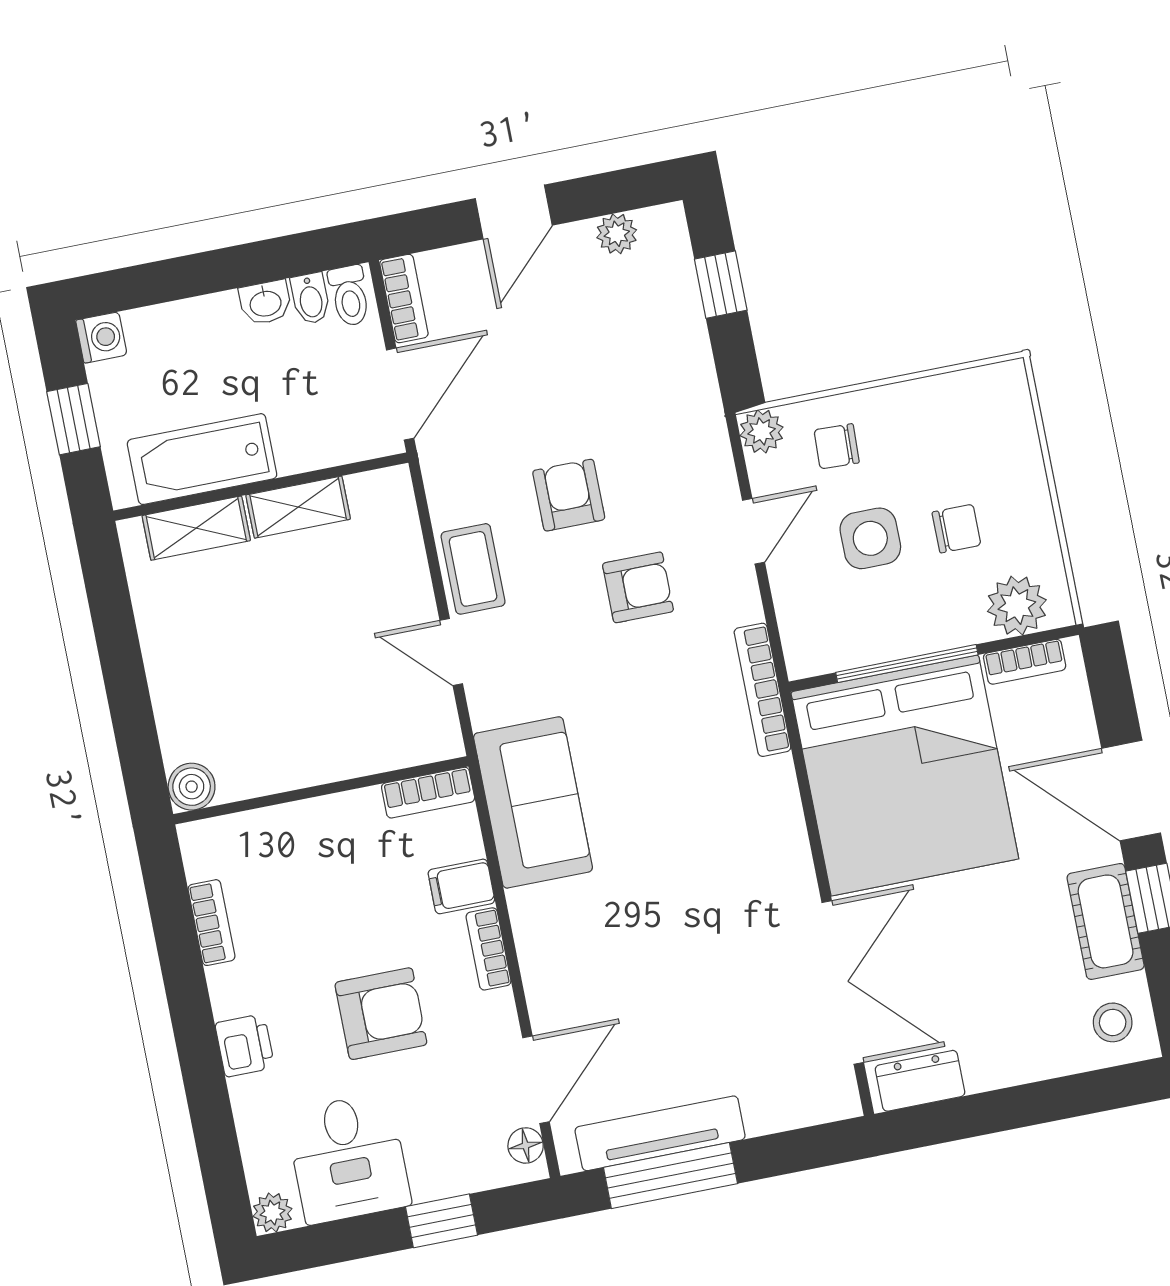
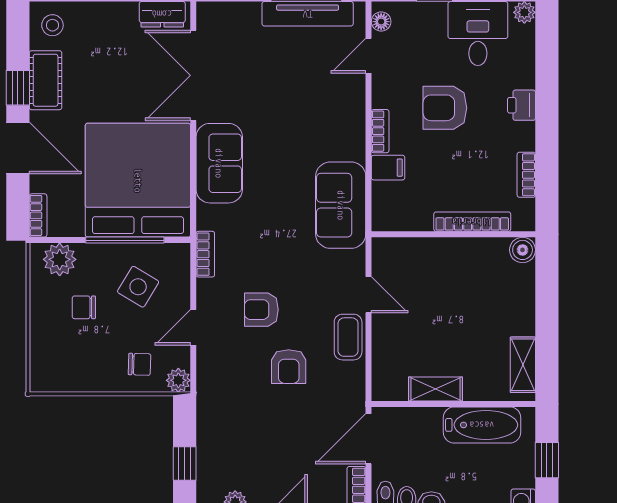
shelving: (196, 528) -> (523, 365), moved, turned 90
side table: (870, 538) -> (138, 287), moved, turned 31
bookcase: (1025, 662) -> (38, 215), moved, turned 90
bookcase: (762, 690) -> (205, 254), width x0.64
bookcase: (428, 793) -> (472, 222), moved, width x1.56
sofa: (765, 834) -> (219, 163), added
door: (536, 1080) -> (369, 56), width x0.73

